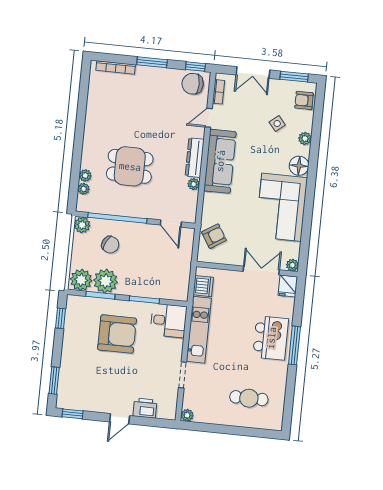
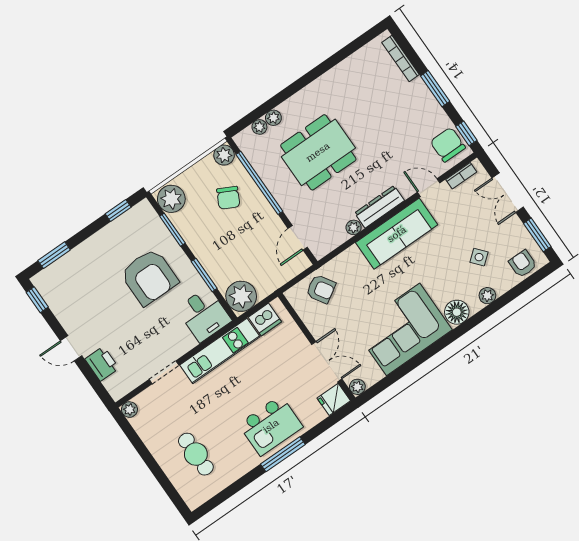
dining table: (130, 166) -> (318, 152), width x1.37
plant: (106, 281) -> (241, 296), moved

